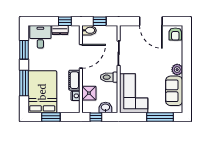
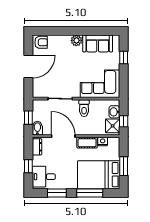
window: (65, 21) -> (28, 166), moved
dresser: (60, 30) -> (37, 147), moved
shower: (89, 93) -> (113, 126), moved
window: (160, 117) -> (124, 58), width x0.46

